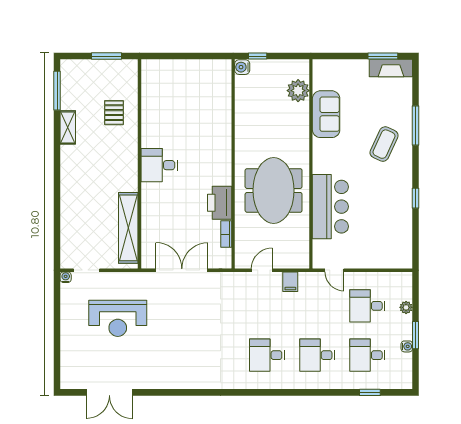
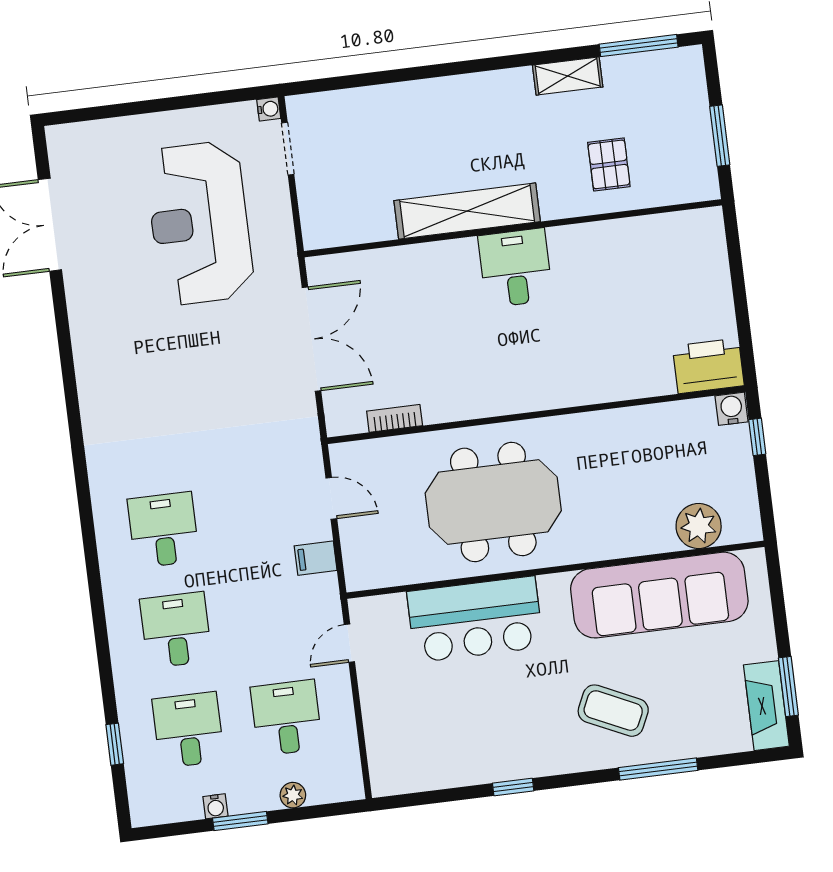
pallet: (114, 113) -> (609, 164), turned 90
sofa: (326, 114) -> (659, 595), width x1.85, depth x1.27
printer: (220, 203) -> (708, 366), moved
shelving: (128, 228) -> (467, 211), moved
reception desk: (118, 318) -> (200, 223), width x1.36, depth x1.30

